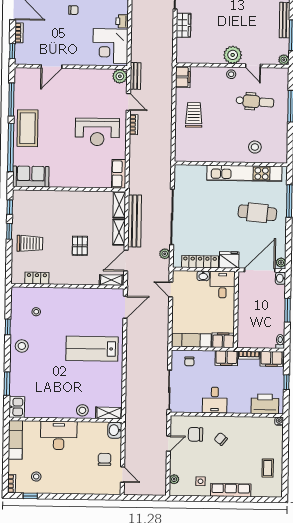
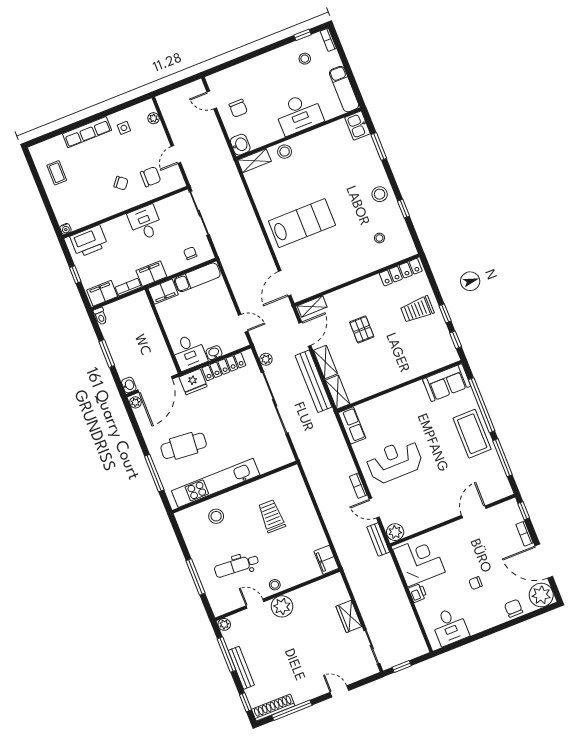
trolley: (194, 115) -> (272, 516), moved, turned 180
locker: (37, 278) -> (401, 272), width x1.53

